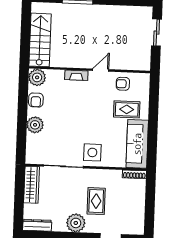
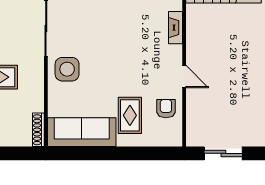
sliding door: (156, 33) -> (223, 153), moved
fireplace: (76, 75) -> (176, 28), moved

